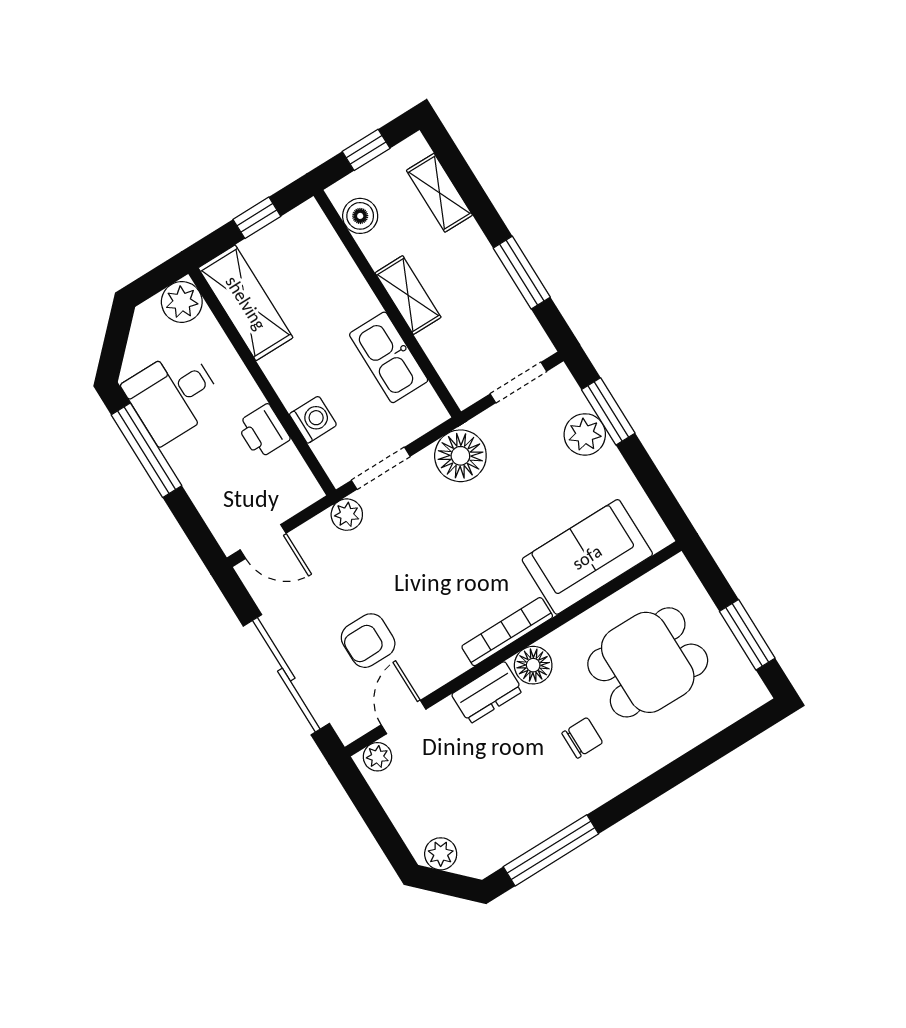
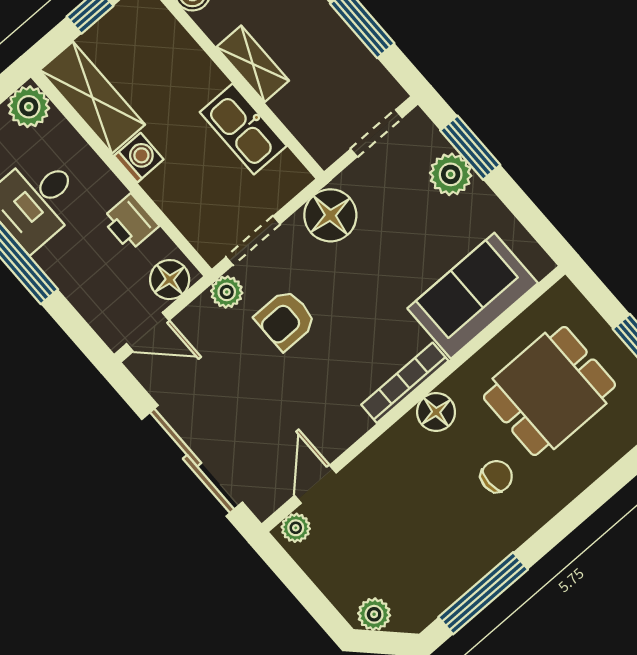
washing machine: (313, 420) -> (139, 158), moved
floor lamp: (293, 493) -> (170, 280), added
armchair: (368, 641) -> (285, 320), moved
dresser: (487, 693) -> (395, 447), removed

